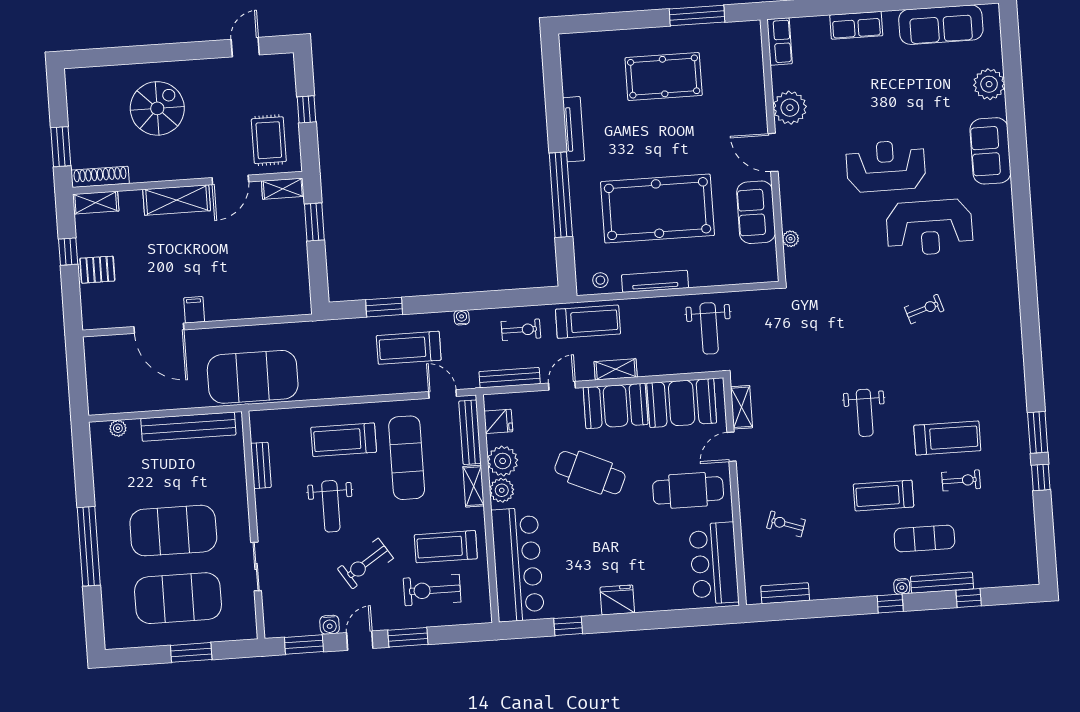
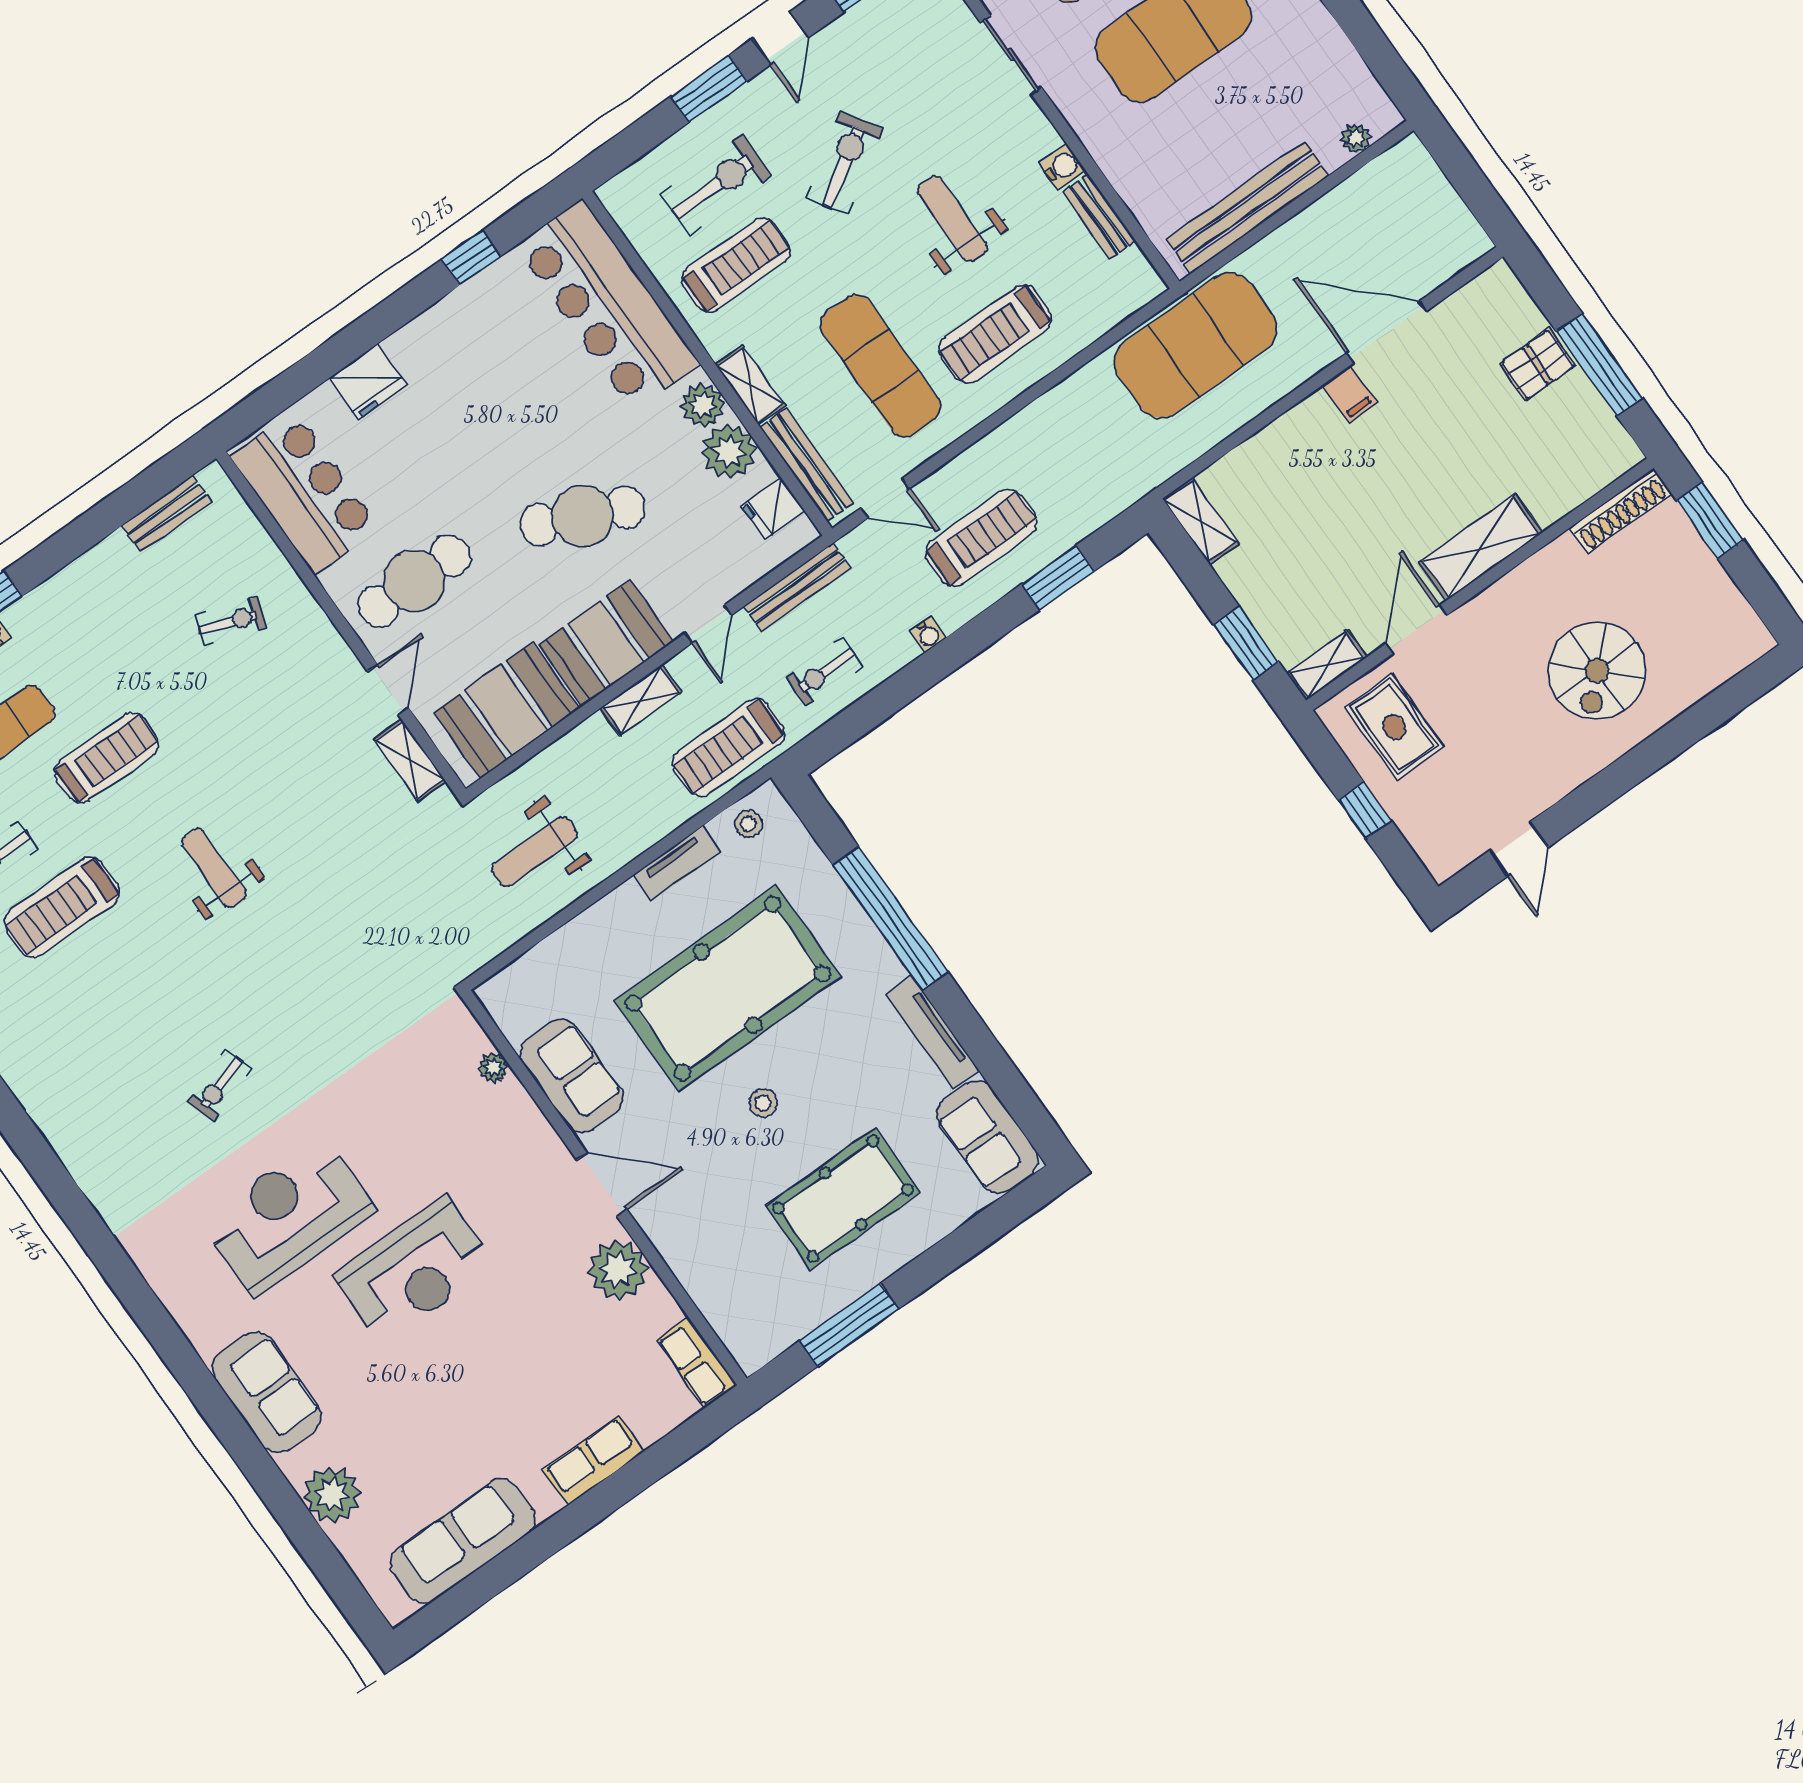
sofa: (578, 64) -> (987, 1137), added
stool: (674, 144) -> (763, 1103), added
shelving: (96, 203) -> (1201, 521), moved, turned 90
window: (68, 252) -> (1600, 365), width x2.17
tv unit: (655, 281) -> (677, 863), width x0.71
weight bench: (709, 328) -> (535, 852), turned -90
treadmill: (344, 440) -> (995, 334), turned 180
fridge: (617, 600) -> (368, 382), moved
water cooler: (330, 625) -> (1062, 167), moved, turned 90

